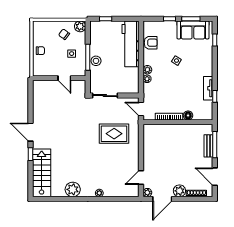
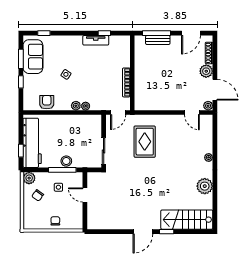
workbench: (131, 44) -> (32, 143), moved, turned -90
door: (64, 78) -> (85, 195), swing flipped
floor lamp: (188, 115) -> (125, 62), removed

